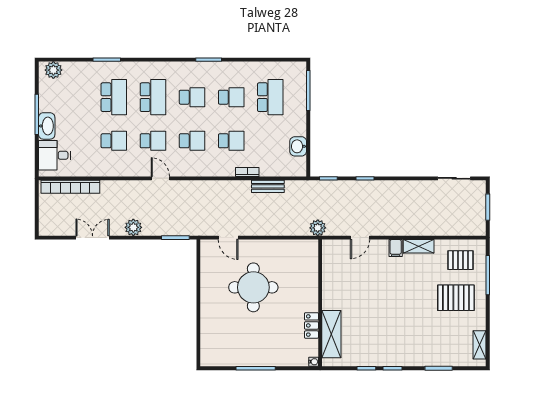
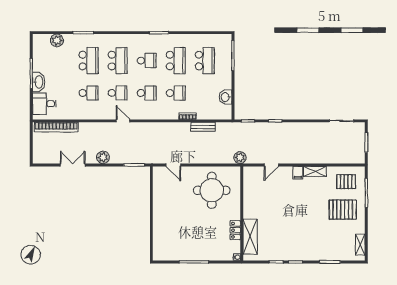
plant: (53, 70) -> (57, 40), moved
school desk: (231, 97) -> (176, 61), width x1.85
round table: (253, 287) -> (212, 190), moved

